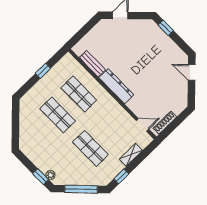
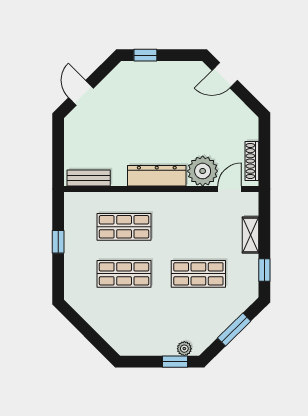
bench: (92, 64) -> (89, 178), moved
plant: (139, 105) -> (203, 171), added
window: (81, 189) -> (234, 330), width x0.69

